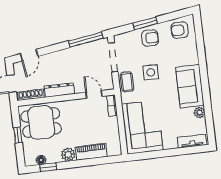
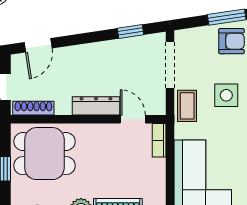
window: (86, 40) -> (131, 31), width x0.46
dresser: (59, 90) -> (96, 106), moved

